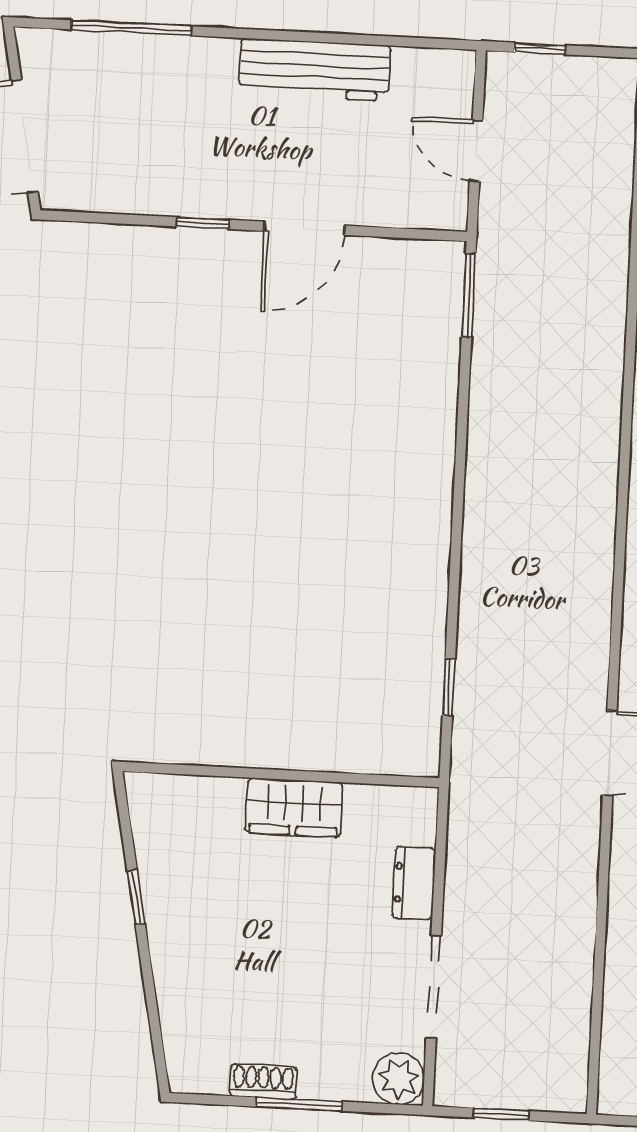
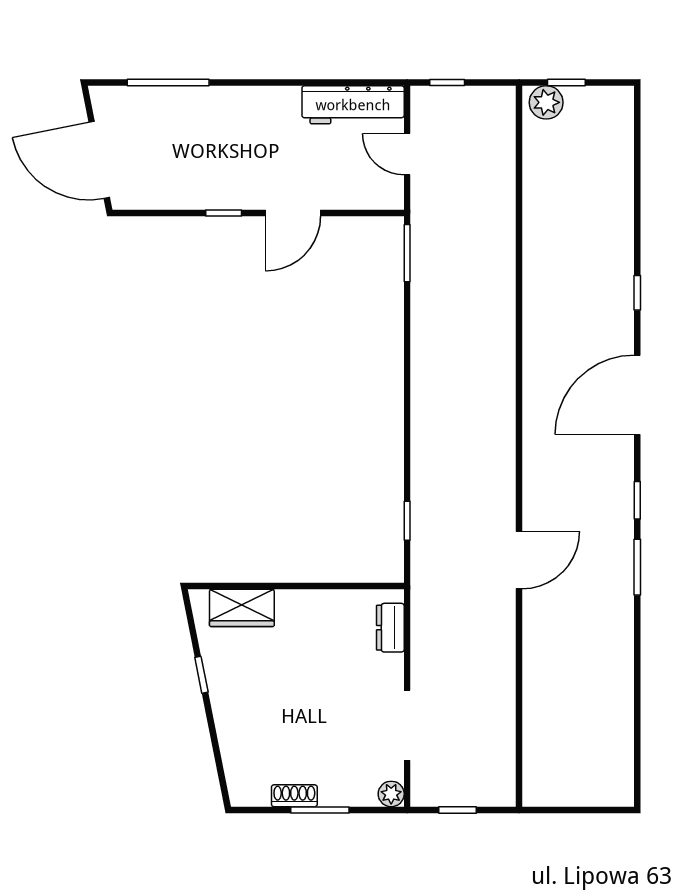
workbench: (315, 70) -> (353, 105), moved
wardrobe: (294, 807) -> (242, 608), moved
dresser: (414, 883) -> (390, 628), moved
plant: (398, 1079) -> (391, 794), width x0.73, depth x0.73

